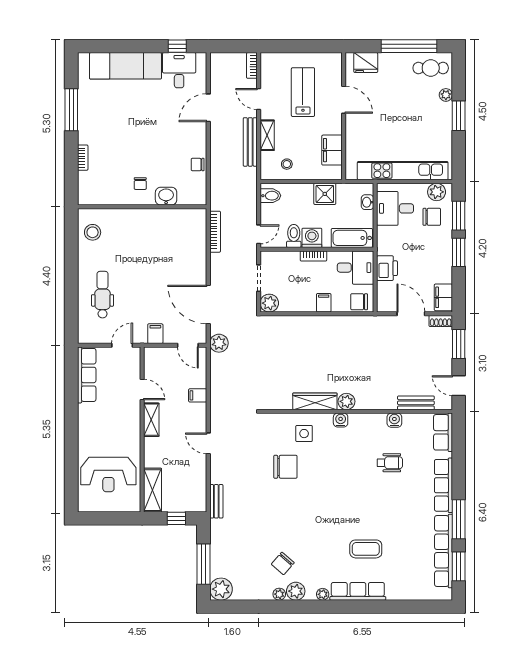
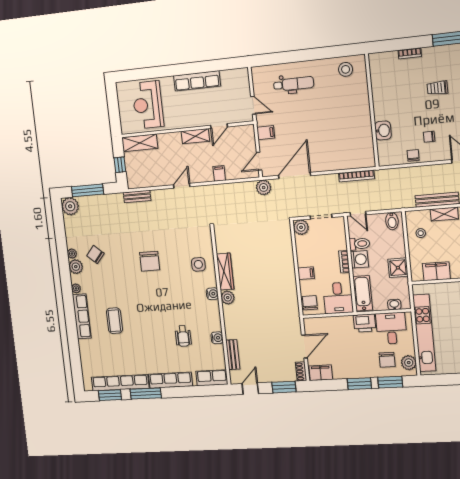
trolley: (124, 130) -> (437, 88), added
chair: (140, 184) -> (429, 137), moved
printer: (387, 268) -> (365, 323), moved
row of seats: (87, 375) -> (197, 81), moved
chair: (285, 467) -> (150, 261), moved

